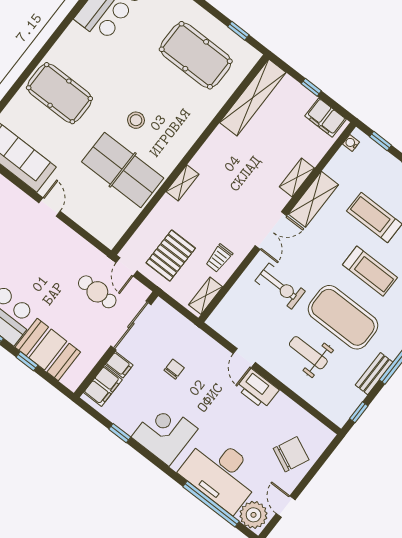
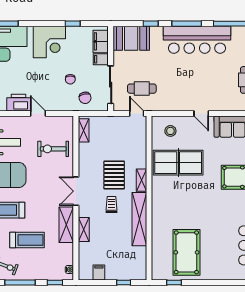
pool table: (196, 55) -> (186, 252), turned 90
window: (311, 87) -> (124, 282), moved
shelving: (253, 98) -> (139, 219), moved
filing cabinet: (325, 118) -> (99, 272), width x0.50
stool: (136, 120) -> (170, 131), moved
pallet: (171, 256) -> (114, 175), moved
trolley: (219, 258) -> (112, 205), moved
exercise bike: (280, 286) -> (53, 149), moved
chair: (174, 333) -> (85, 98), added
booth: (48, 350) -> (131, 38), moved

